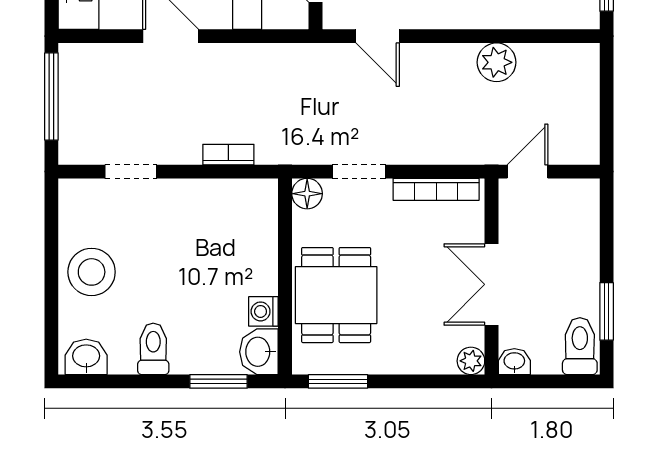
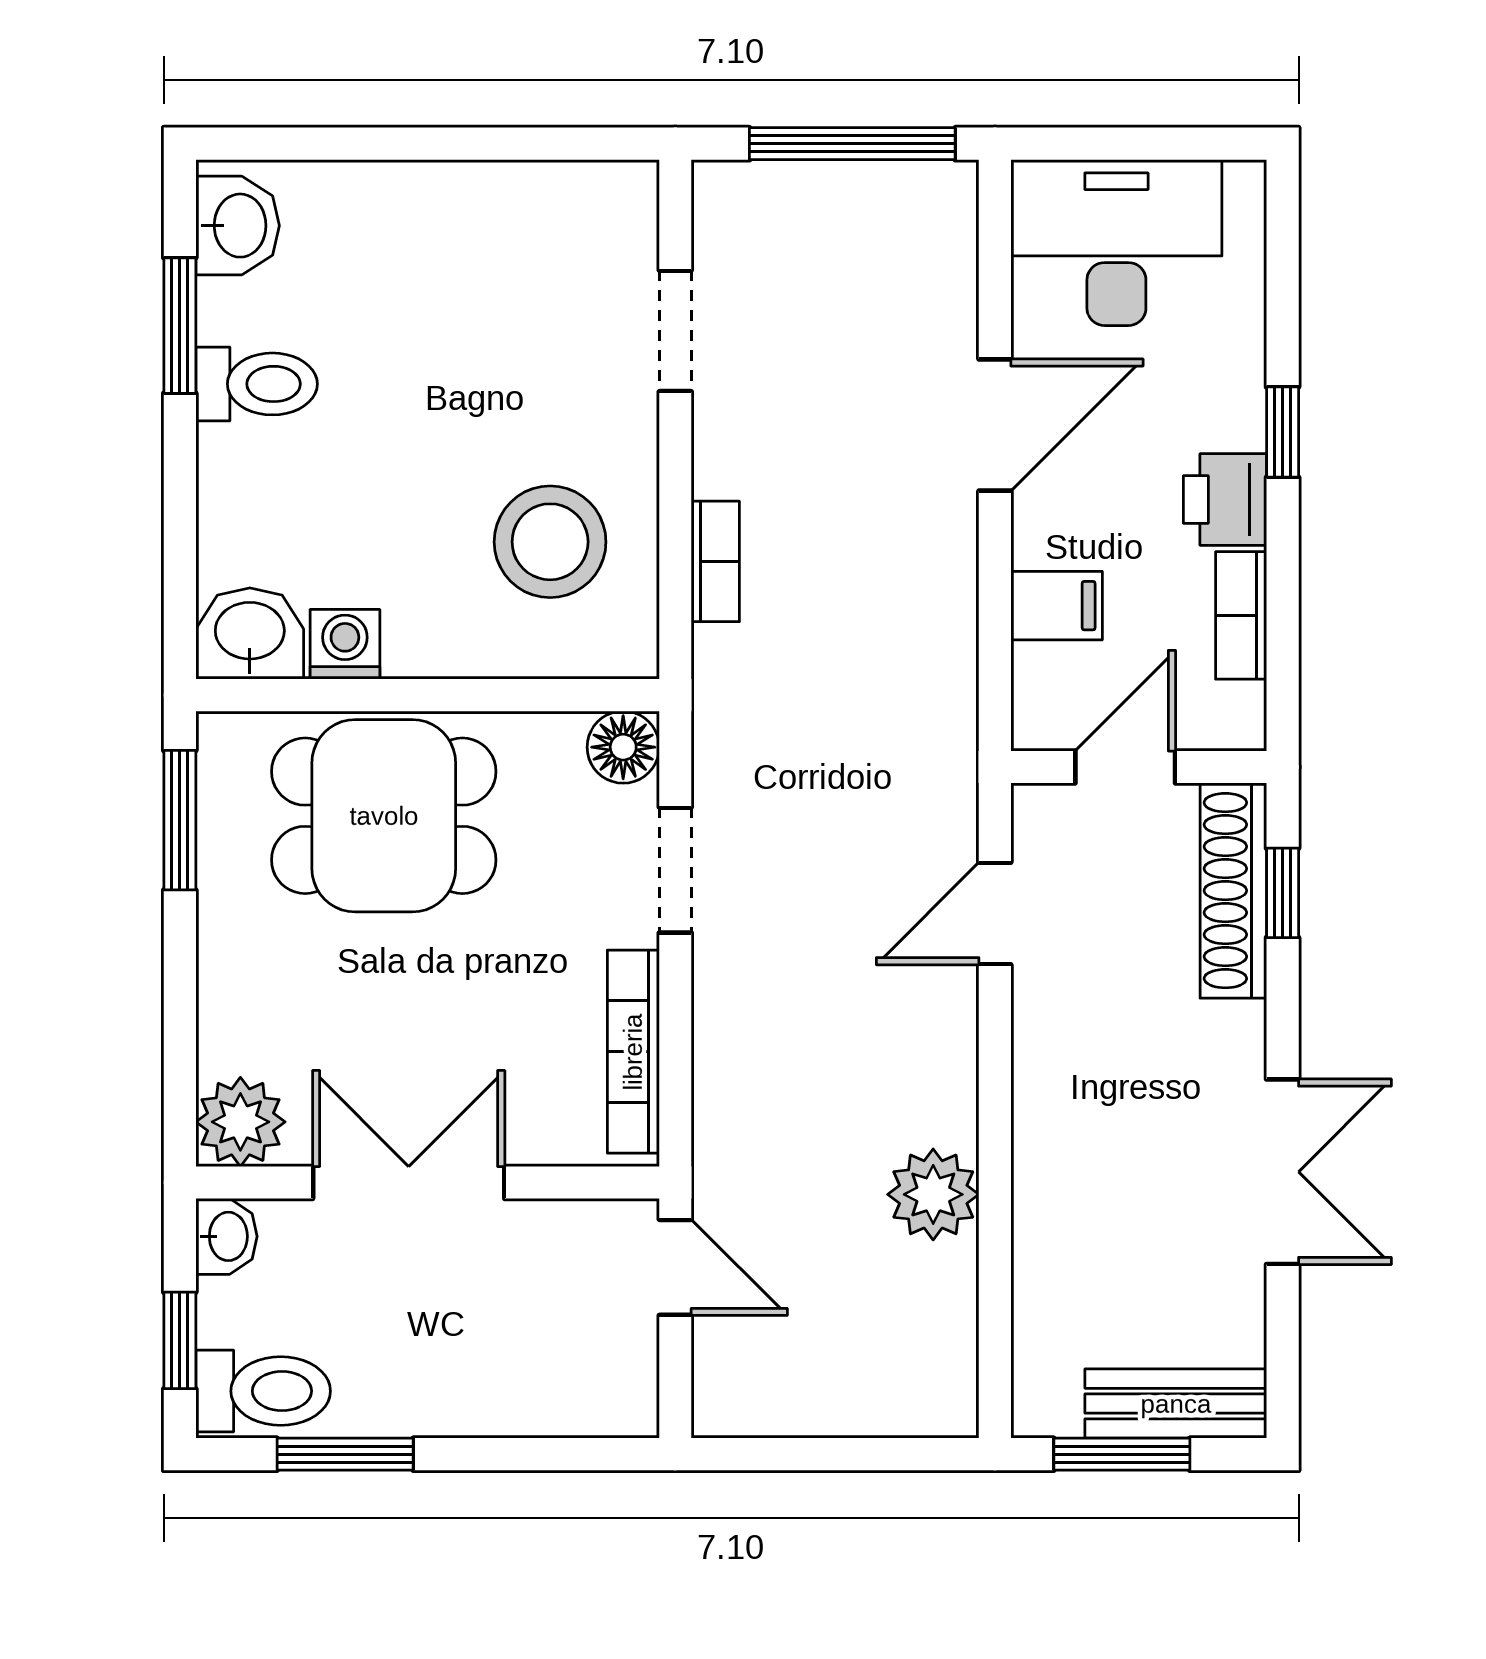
stool: (92, 272) -> (550, 542), moved
plant: (471, 361) -> (240, 1122), width x1.38, depth x1.38
window: (219, 381) -> (180, 326), moved
window: (558, 381) -> (180, 1340), added

